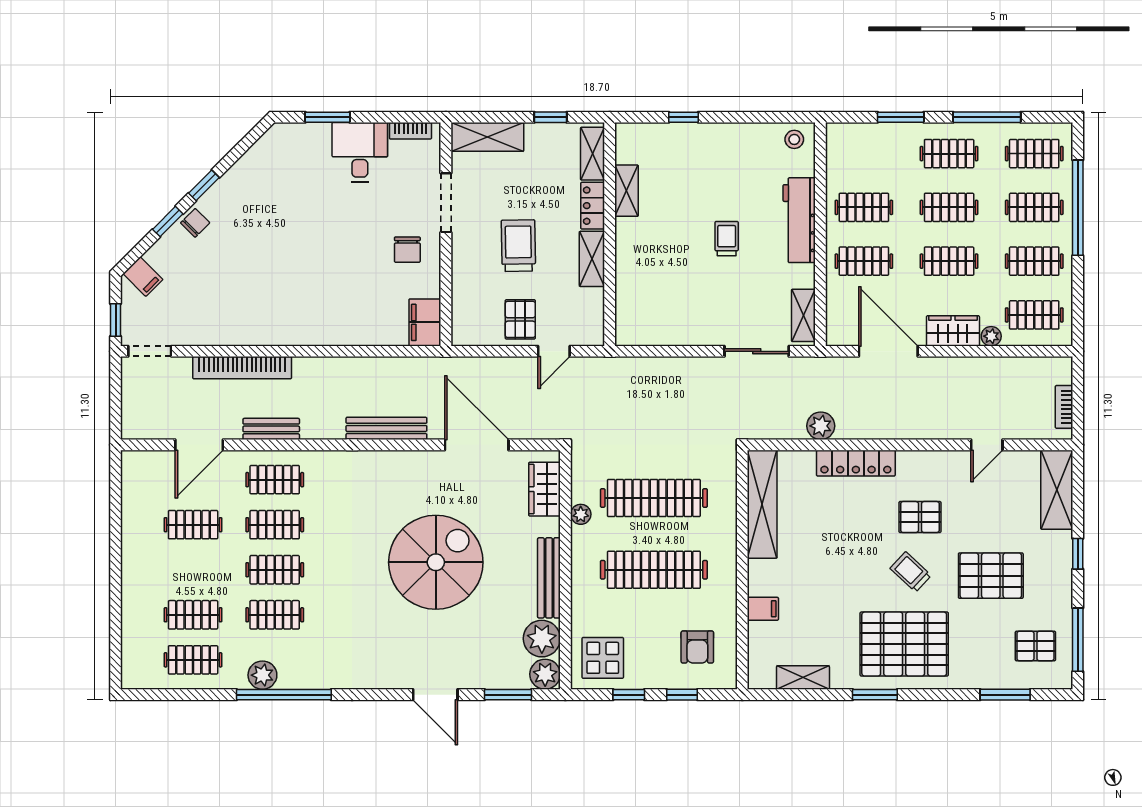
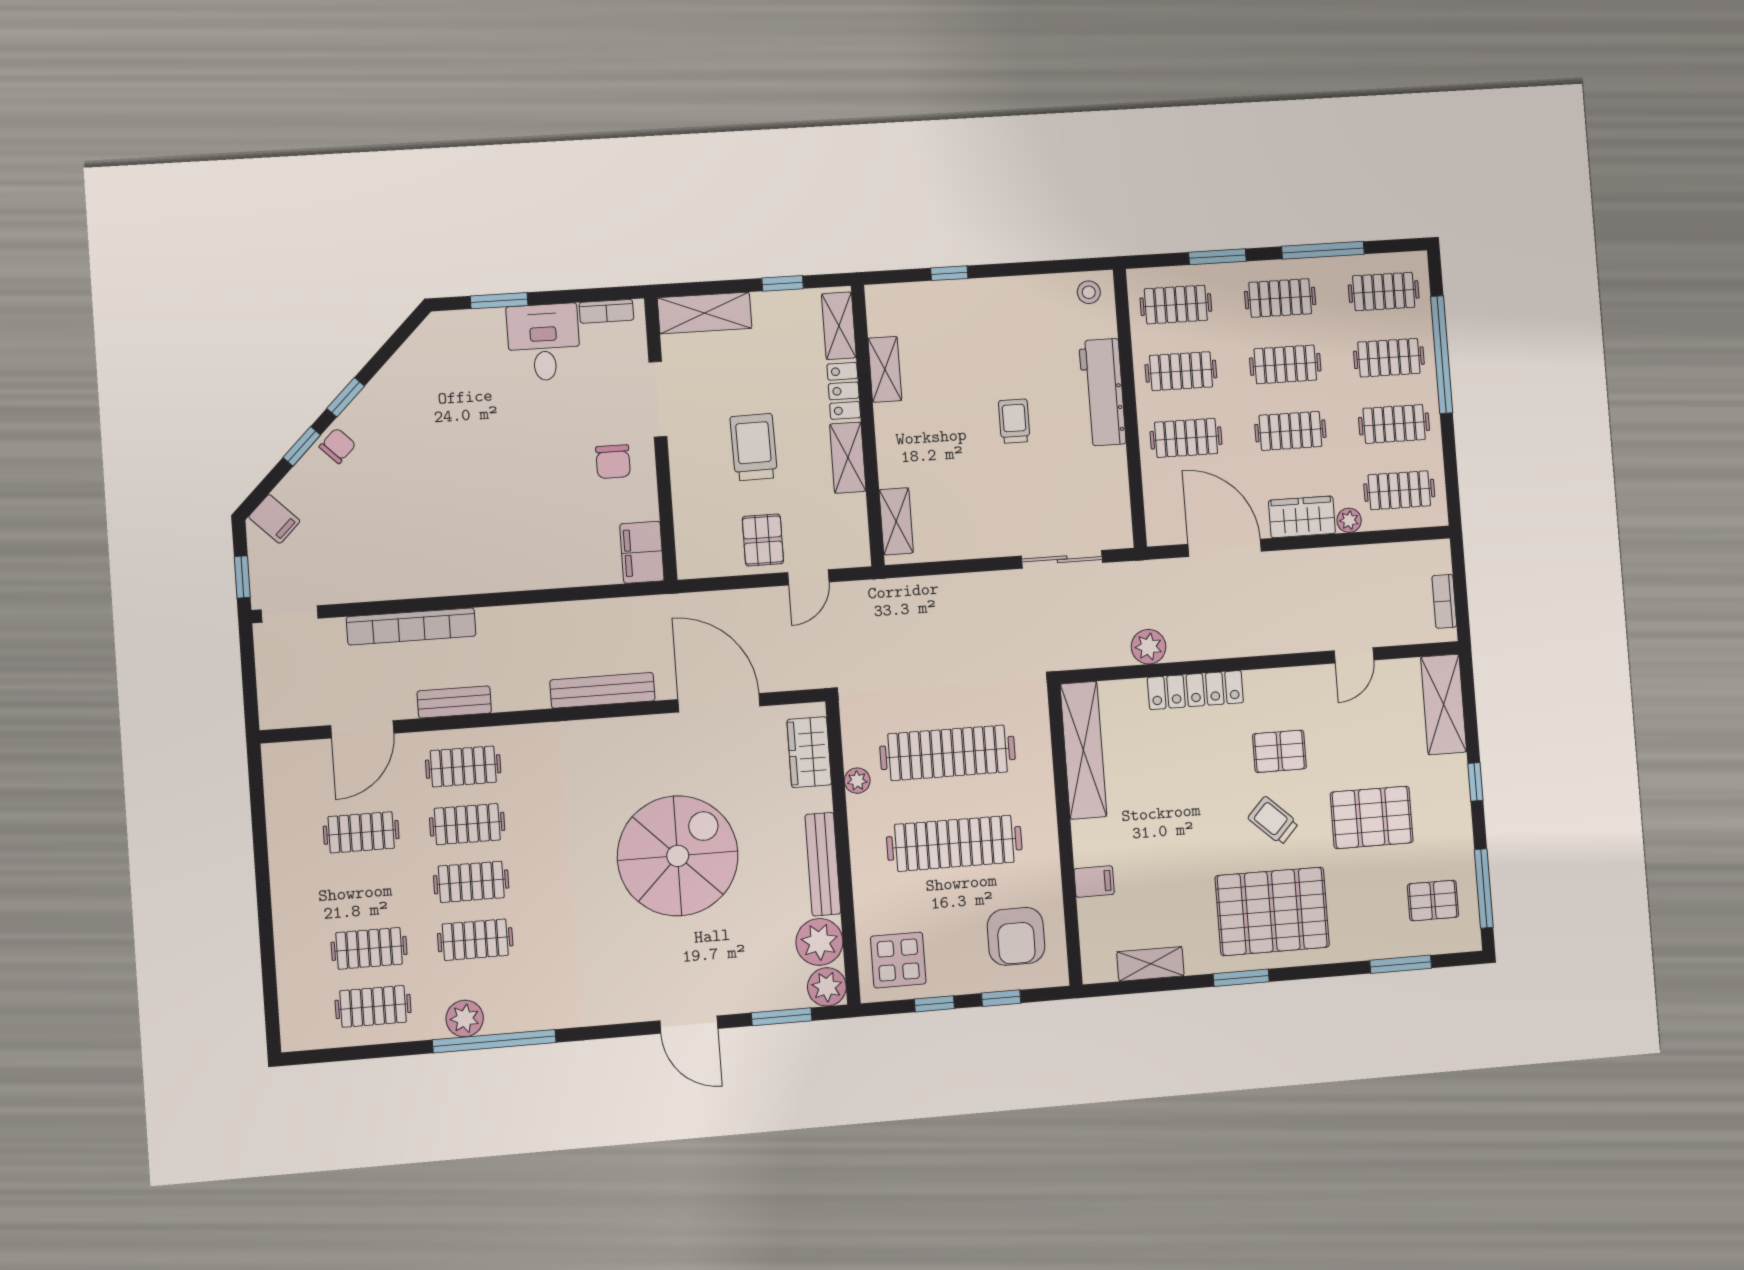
clothes rail: (864, 154) -> (1176, 305), added
shelving: (803, 315) -> (896, 521), moved
armchair: (697, 647) -> (1016, 936), width x1.38, depth x1.38

